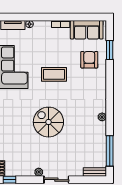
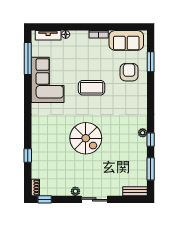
spiral stairs: (48, 122) -> (86, 138), turned 180
window: (110, 123) -> (151, 140), added
window: (110, 151) -> (151, 169), width x0.69

